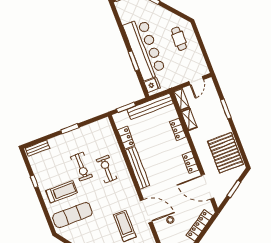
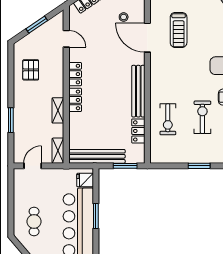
shelving: (189, 120) -> (58, 110), moved
locker: (178, 129) -> (75, 100), moved
pallet: (225, 153) -> (31, 70), width x0.49, depth x0.50
exercise bike: (107, 169) -> (168, 119), moved
door: (207, 187) -> (66, 39), width x0.53

